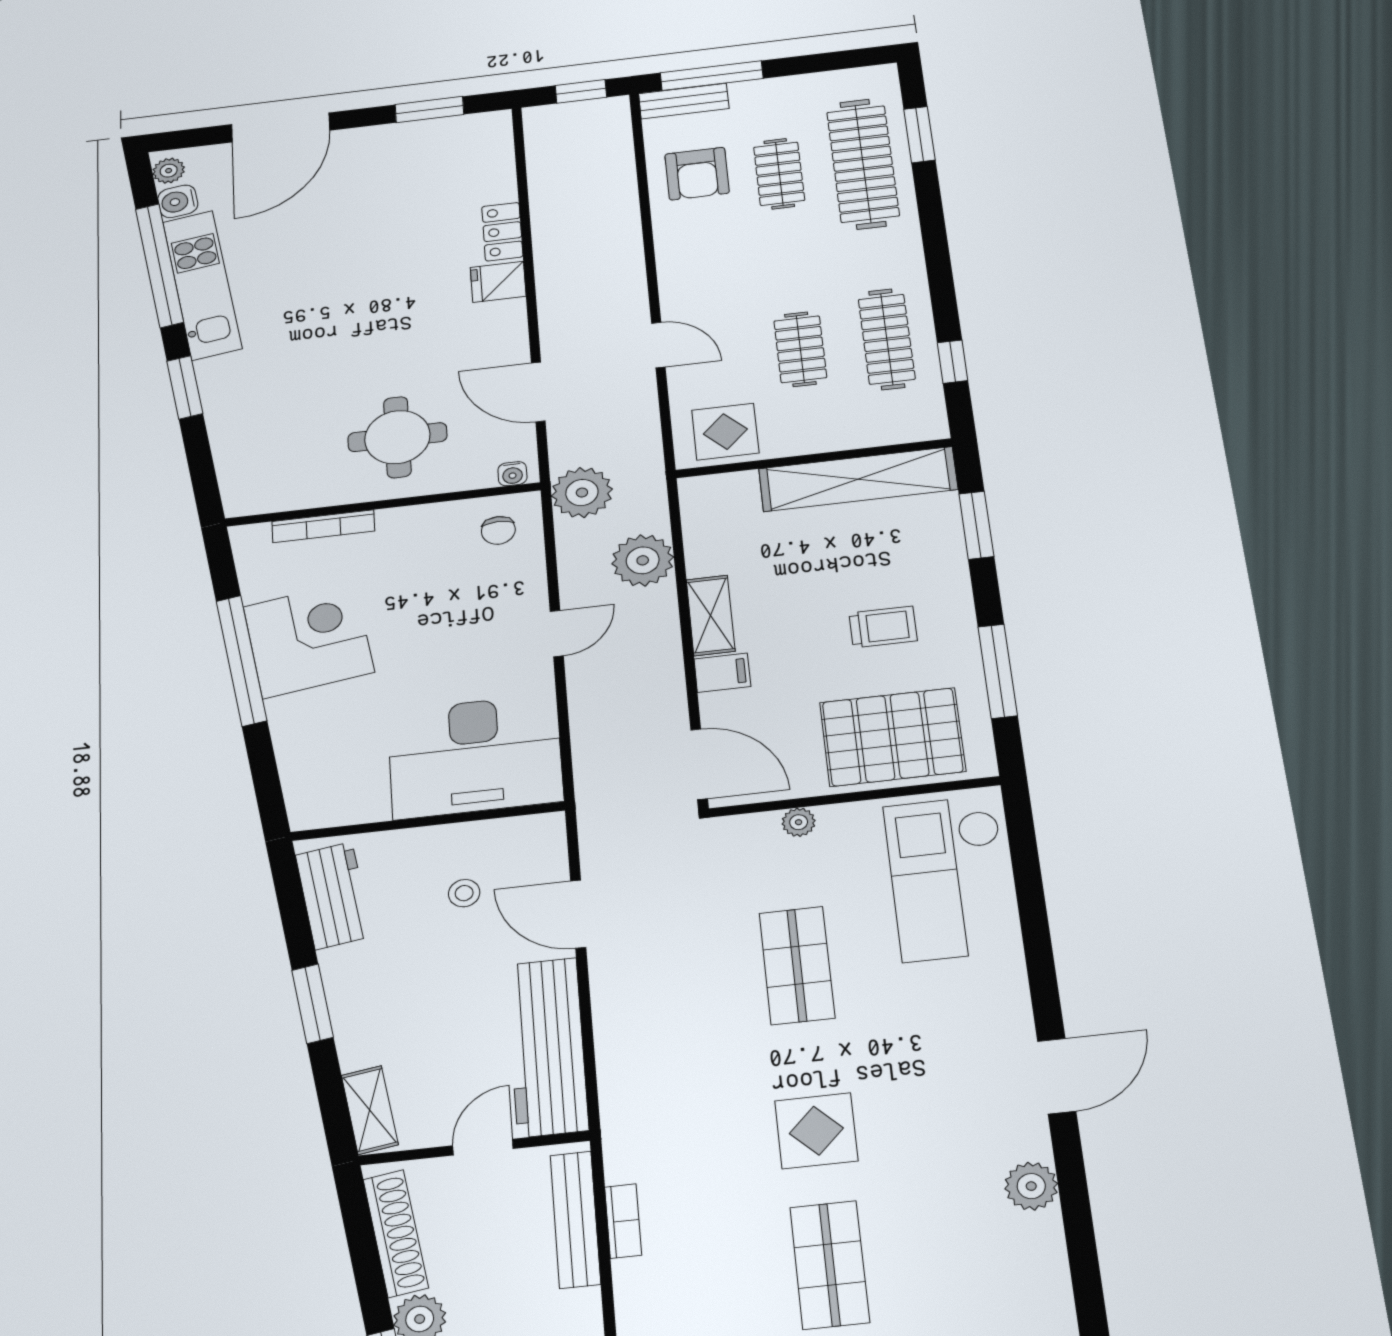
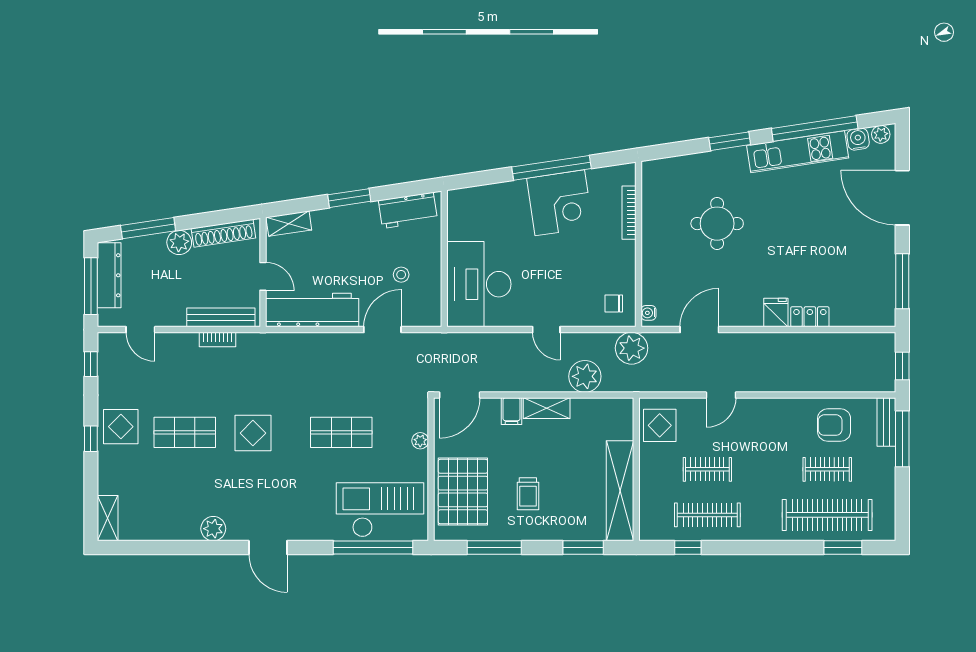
window: (429, 110) -> (902, 281), width x1.44
round table: (397, 437) -> (717, 224), moved
window: (1028, 882) -> (373, 547), added

